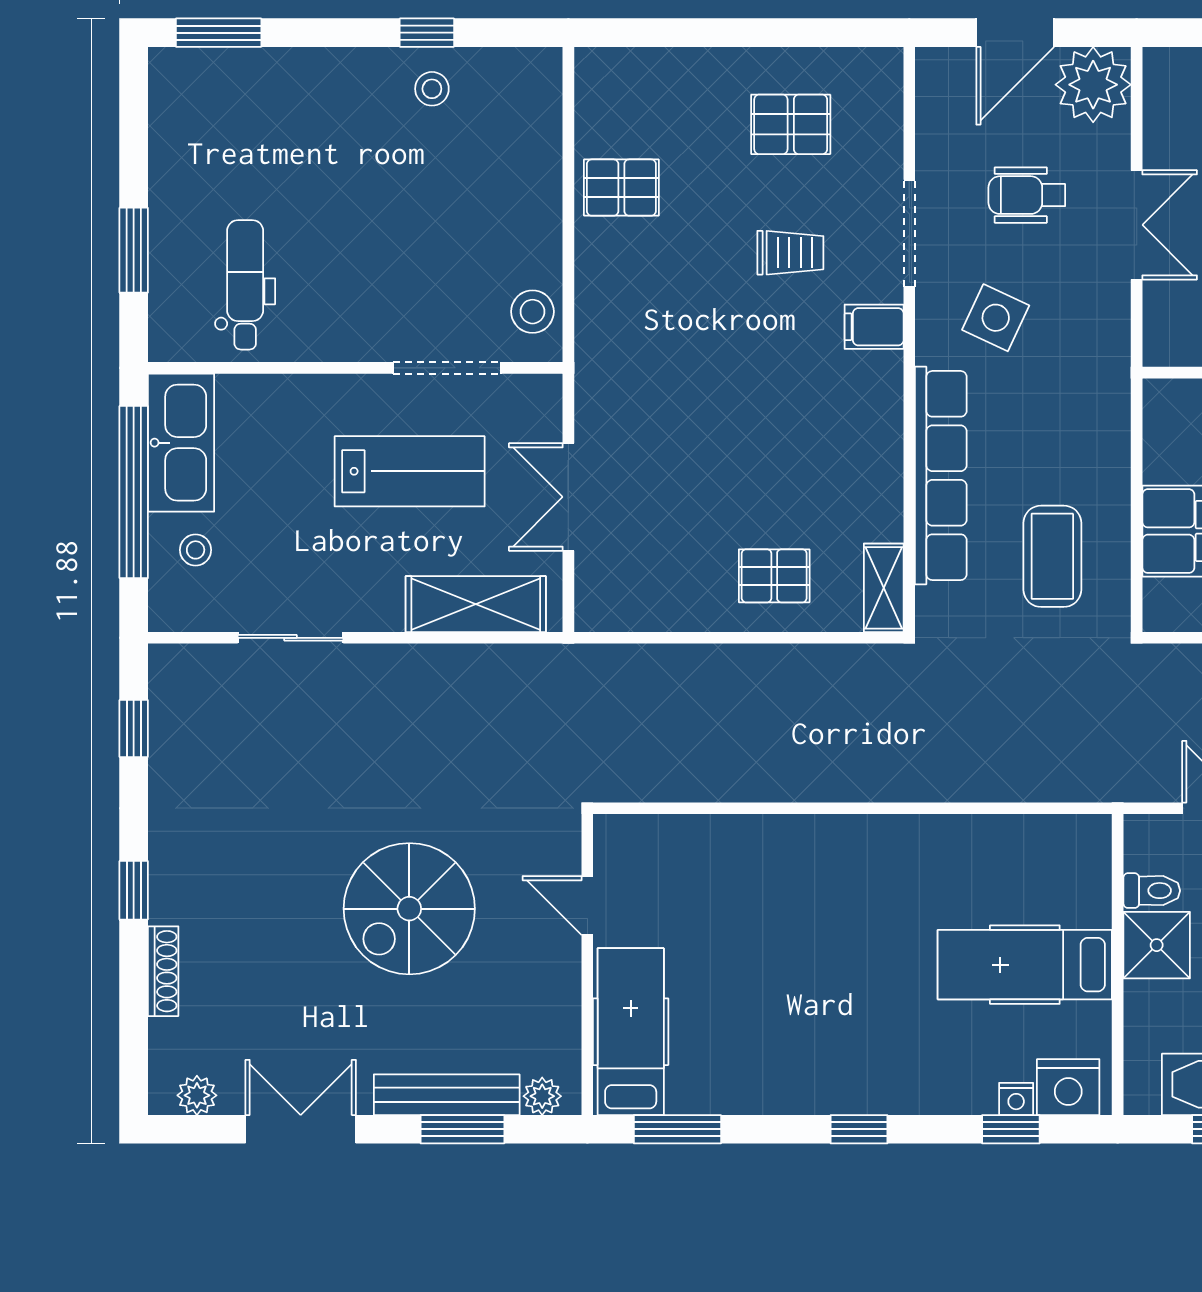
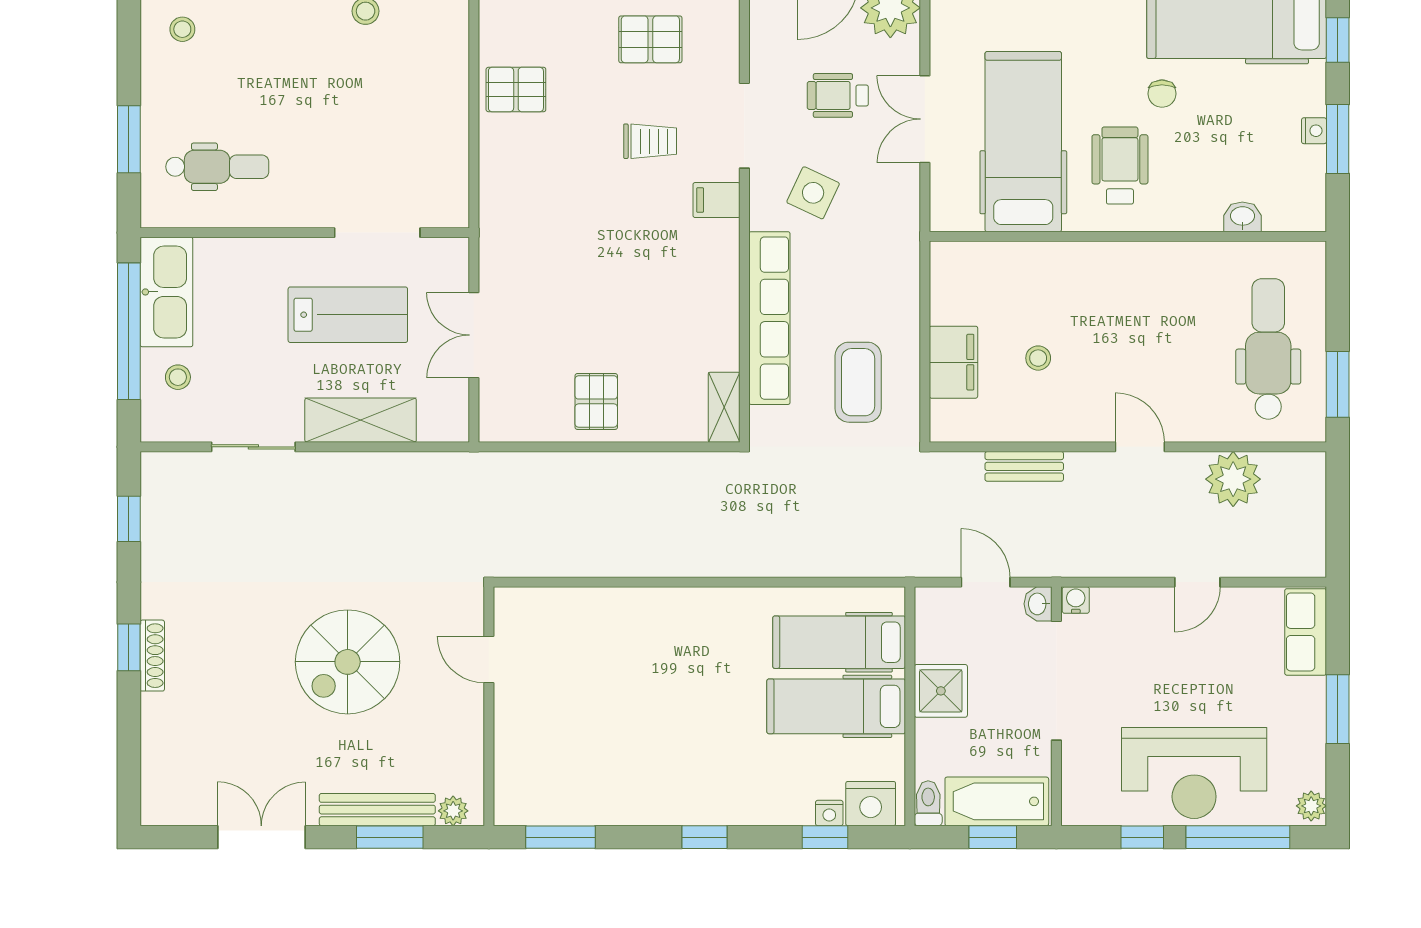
double door: (1137, 225) -> (925, 119), swing flipped
dental chair: (245, 285) -> (217, 167), turned 90
stool: (532, 312) -> (182, 29), moved, width x0.73, depth x0.73
pallet: (774, 576) -> (596, 401), moved, turned 90
shelving: (476, 604) -> (361, 420), moved
toilet: (1152, 891) -> (928, 803), moved, turned -90
shoe rack: (163, 971) -> (152, 656), moved
hospital bed: (631, 1032) -> (839, 642), moved, turned -90
plant: (197, 1095) -> (179, 810), removed

